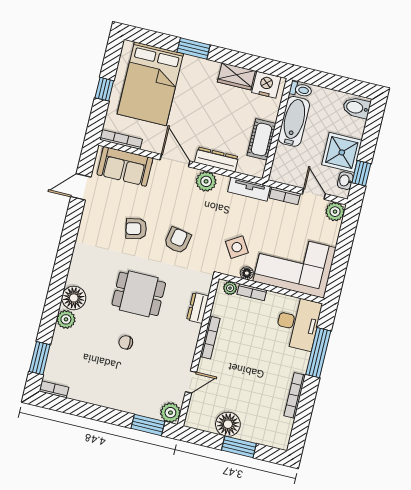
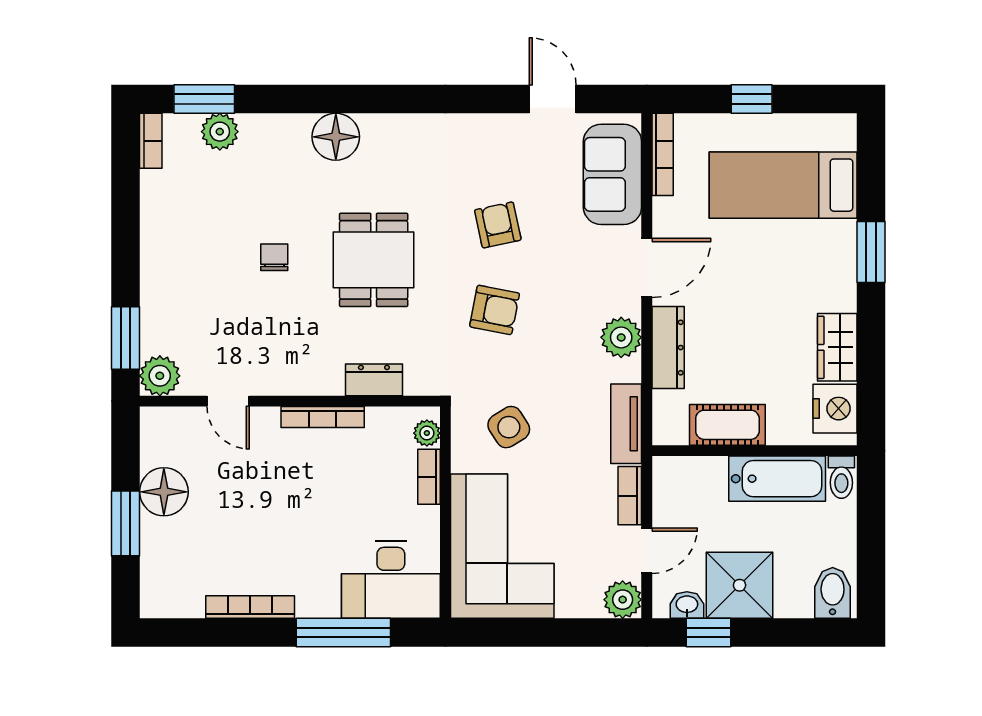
bed: (150, 84) -> (783, 185), width x0.67
floor lamp: (247, 273) -> (463, 458), removed
plant: (66, 319) -> (220, 132), moved

